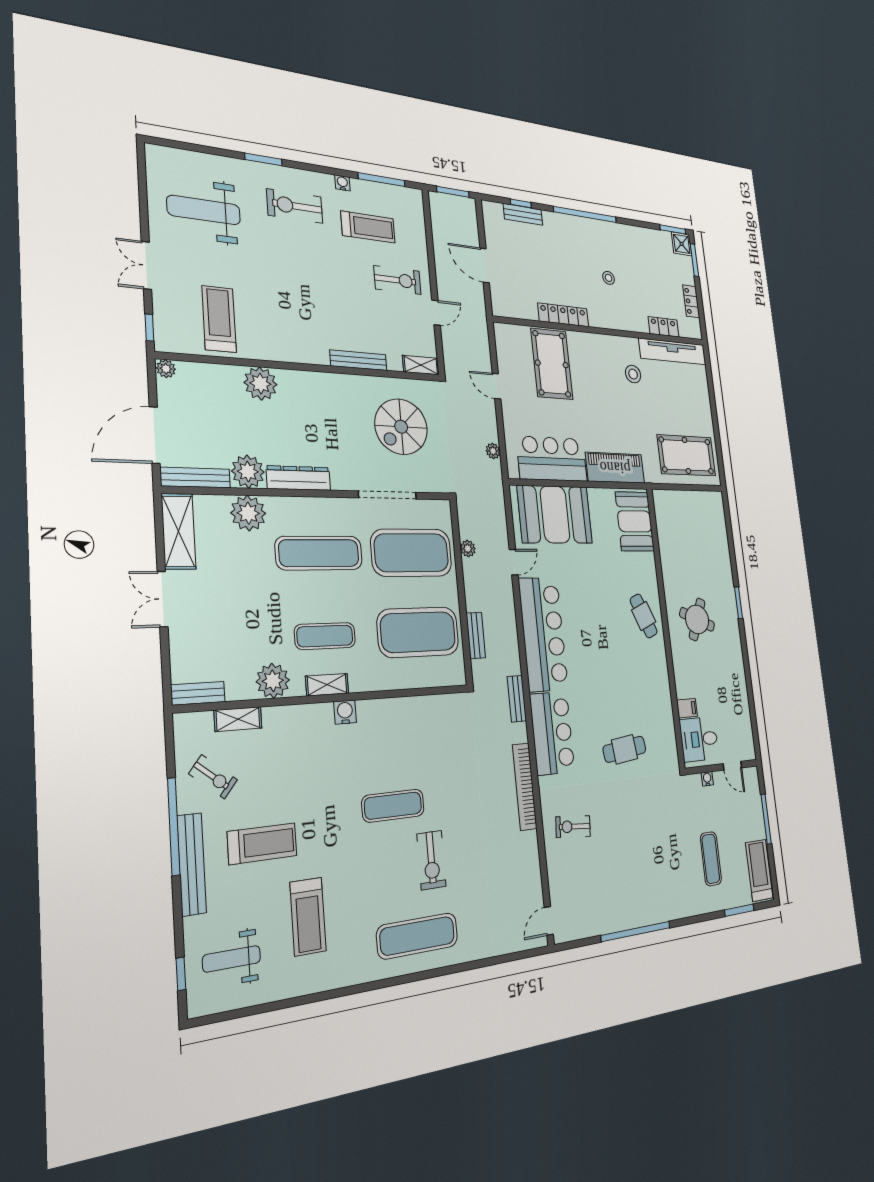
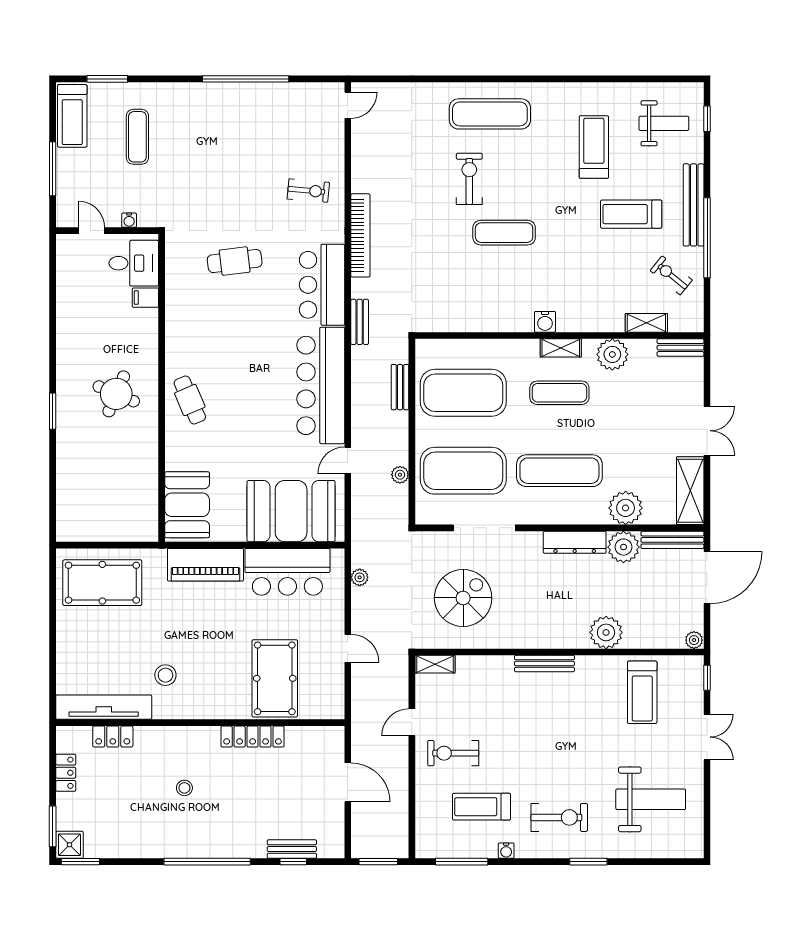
bench: (358, 360) -> (544, 664), moved

